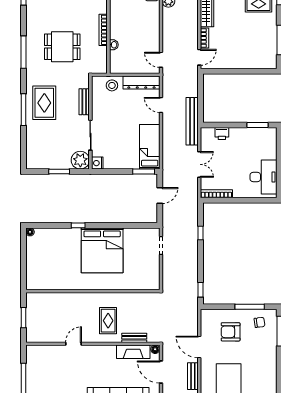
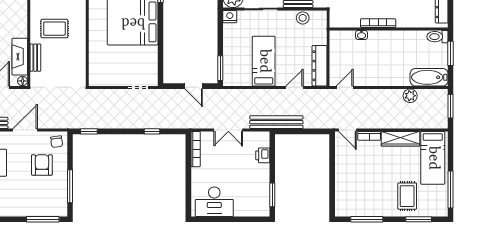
stool: (112, 85) -> (303, 18), moved
bed: (150, 147) -> (264, 61), moved, turned -90
chair: (260, 322) -> (57, 142), moved

